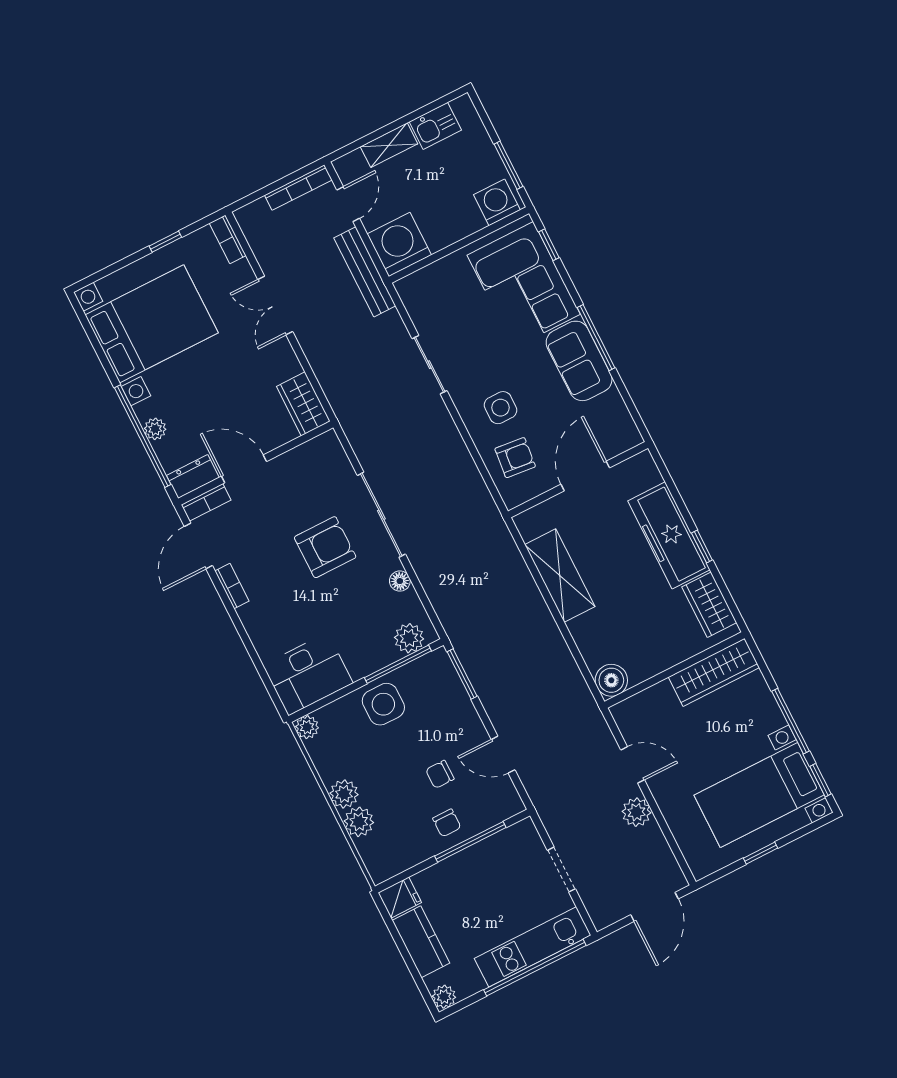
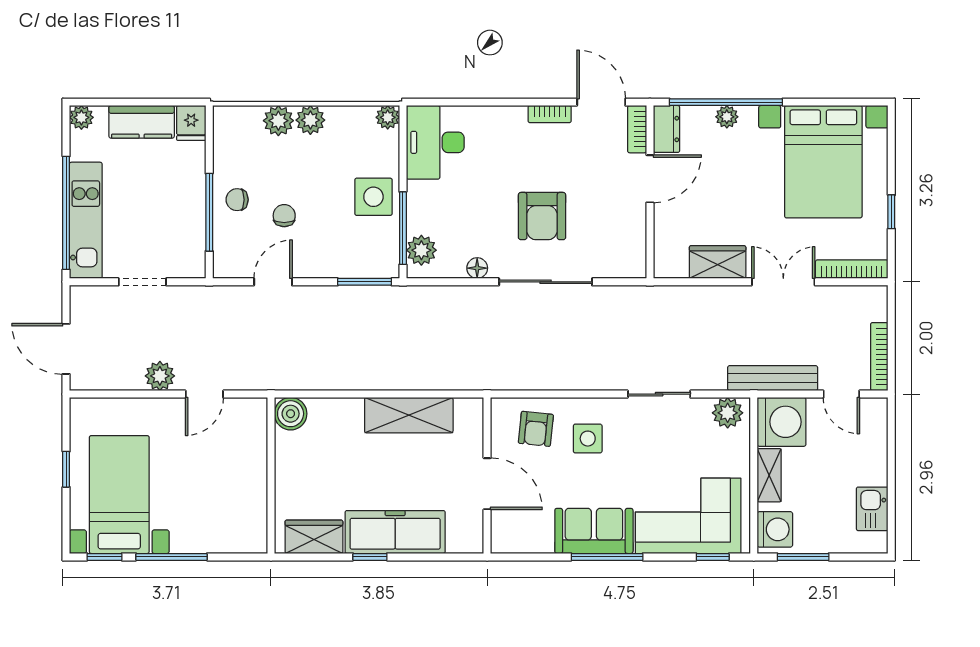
shelving: (389, 145) -> (769, 475), moved
bookcase: (228, 239) -> (852, 269), width x1.56
plant: (415, 296) -> (728, 413), added
wardrobe: (303, 404) -> (718, 262), moved
wardrobe: (714, 672) -> (251, 510), removed

